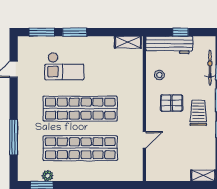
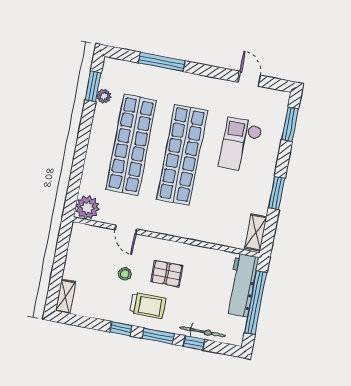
window: (75, 32) -> (277, 193), moved
window: (180, 32) -> (256, 303), width x3.17
stool: (159, 75) -> (125, 274), moved
pallet: (172, 103) -> (167, 274), turned 90
plant: (134, 172) -> (87, 208), added

